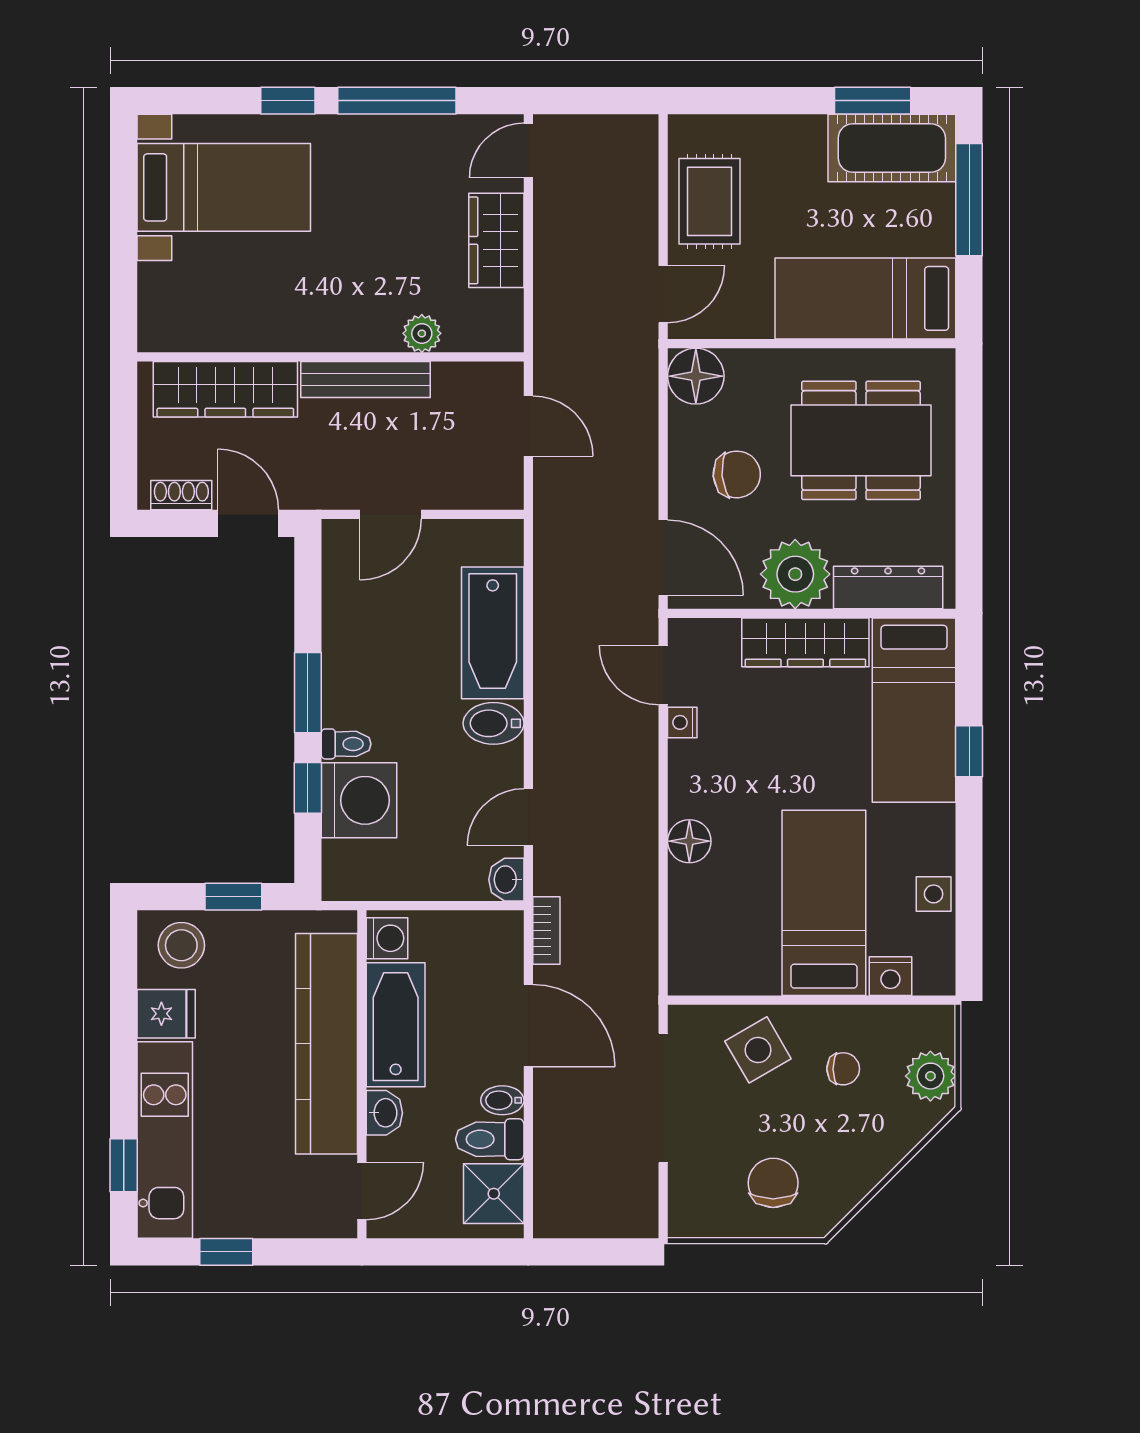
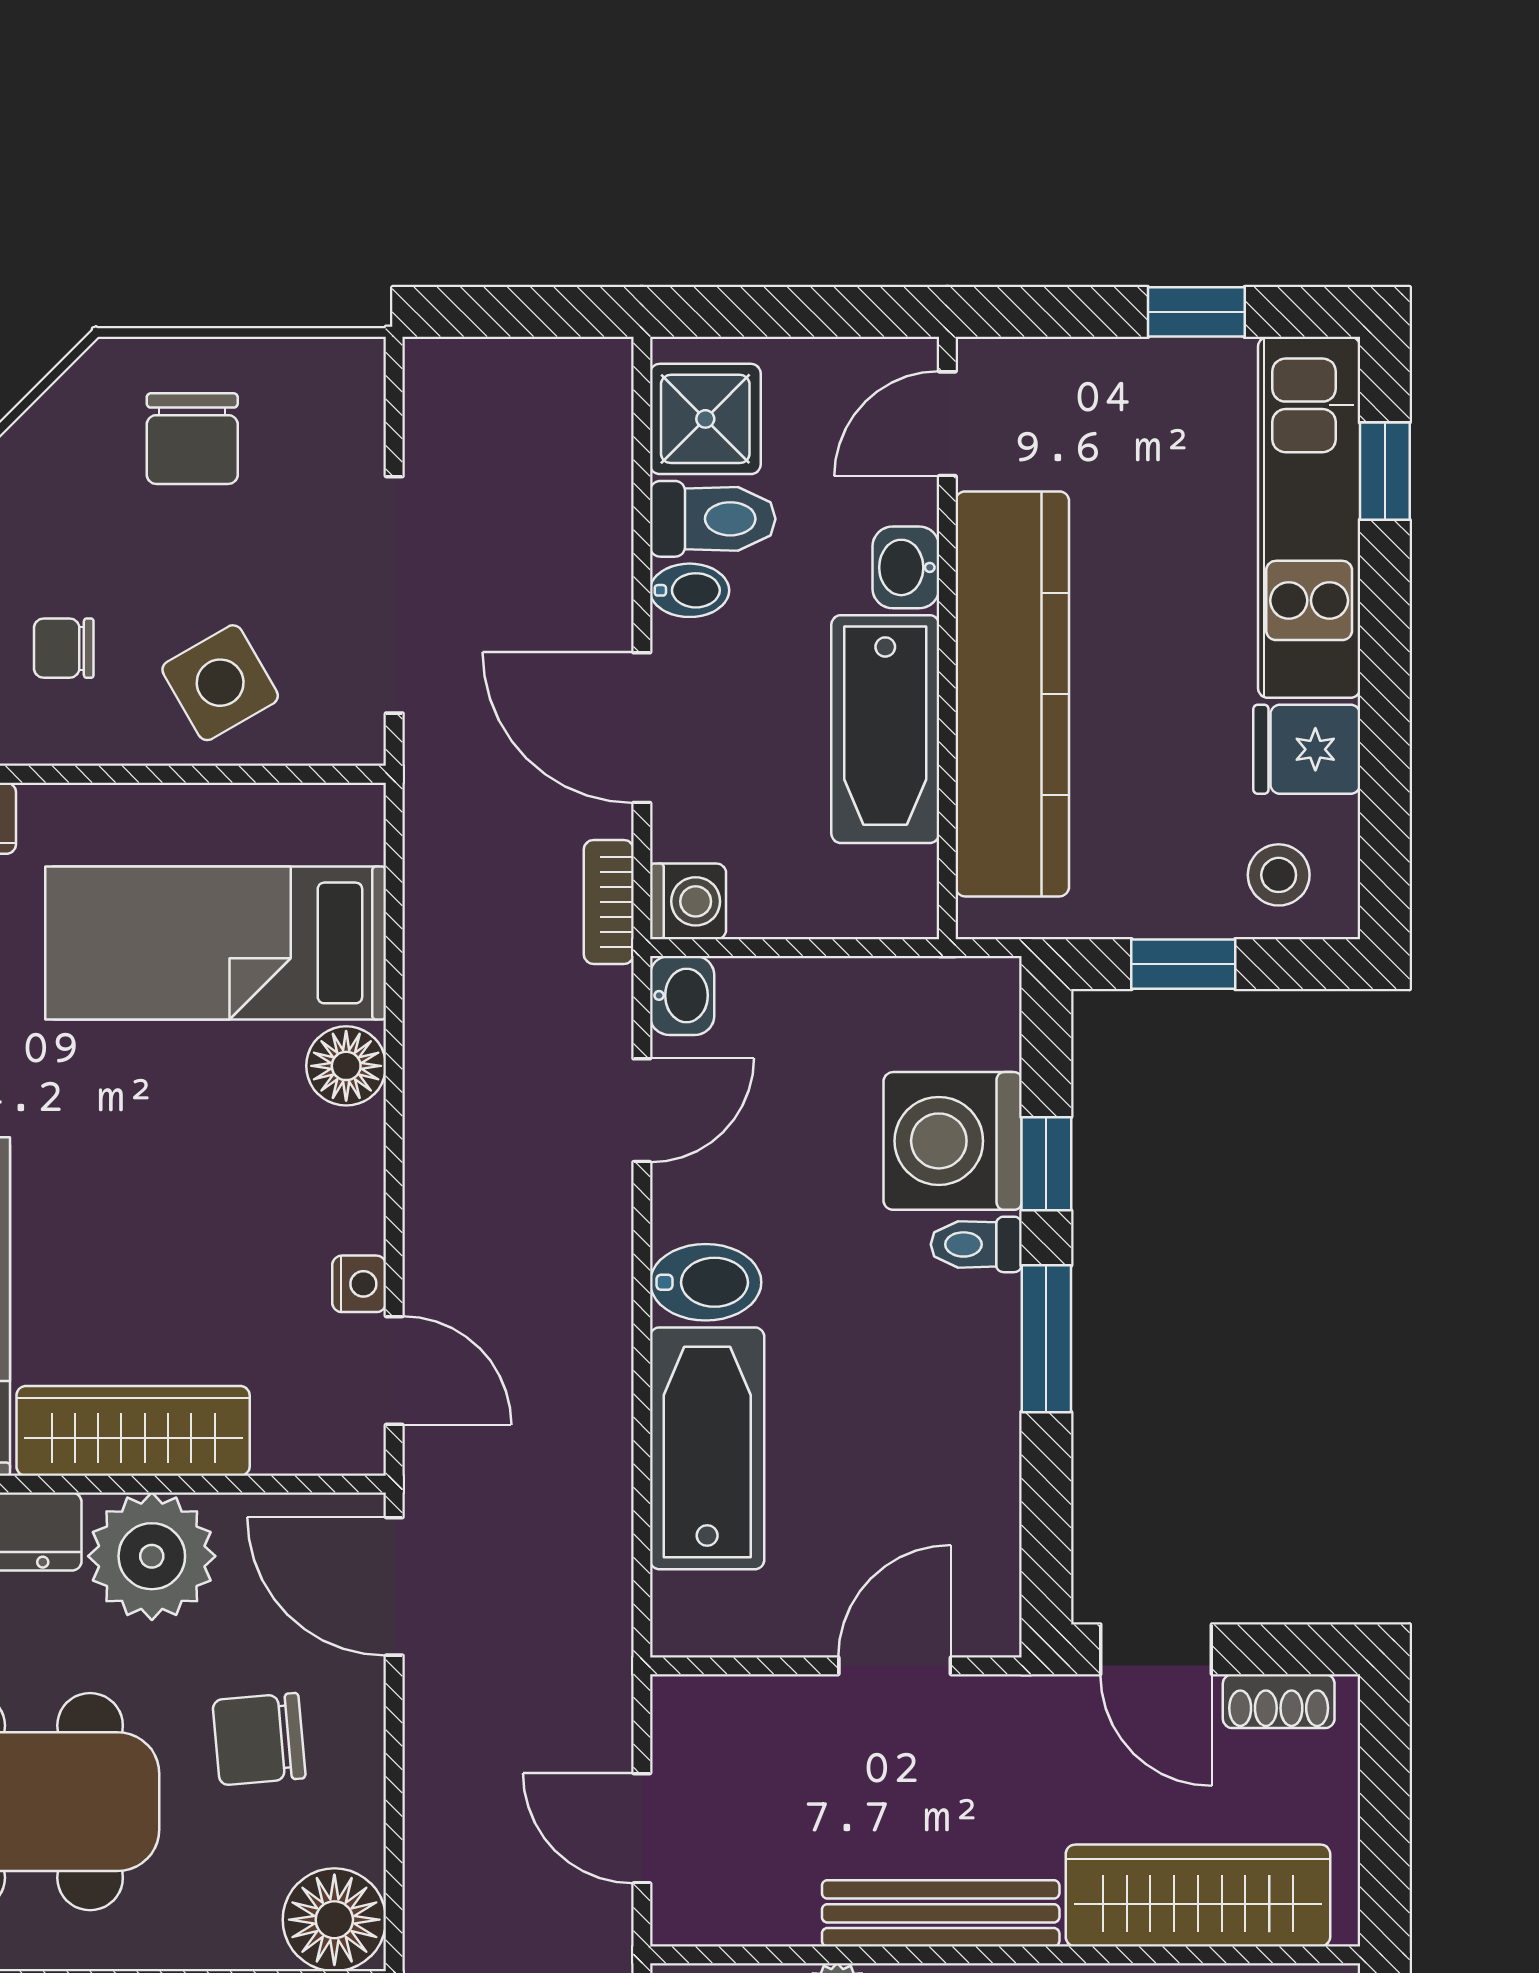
bed: (824, 903) -> (216, 943), moved, turned 90
washing machine: (387, 938) -> (688, 901), moved, turned 180
stool: (181, 945) -> (1279, 875), width x0.73, depth x0.73

